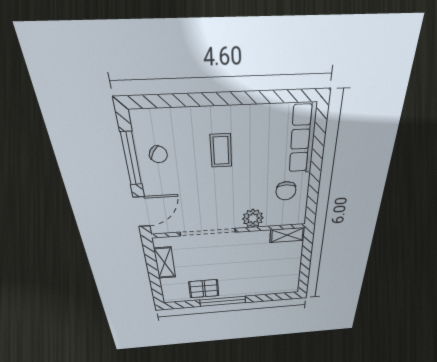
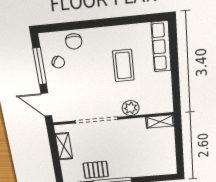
coffee table: (221, 151) -> (123, 66), moved, width x1.36, depth x1.30
chair: (286, 191) -> (74, 41), moved
door: (142, 212) -> (46, 105), swing flipped

